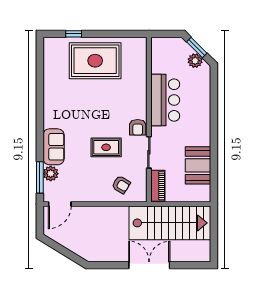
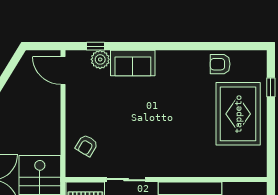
armchair: (138, 127) -> (220, 64), moved
rug: (106, 147) -> (132, 127), removed
window: (40, 177) -> (96, 46), width x0.46

